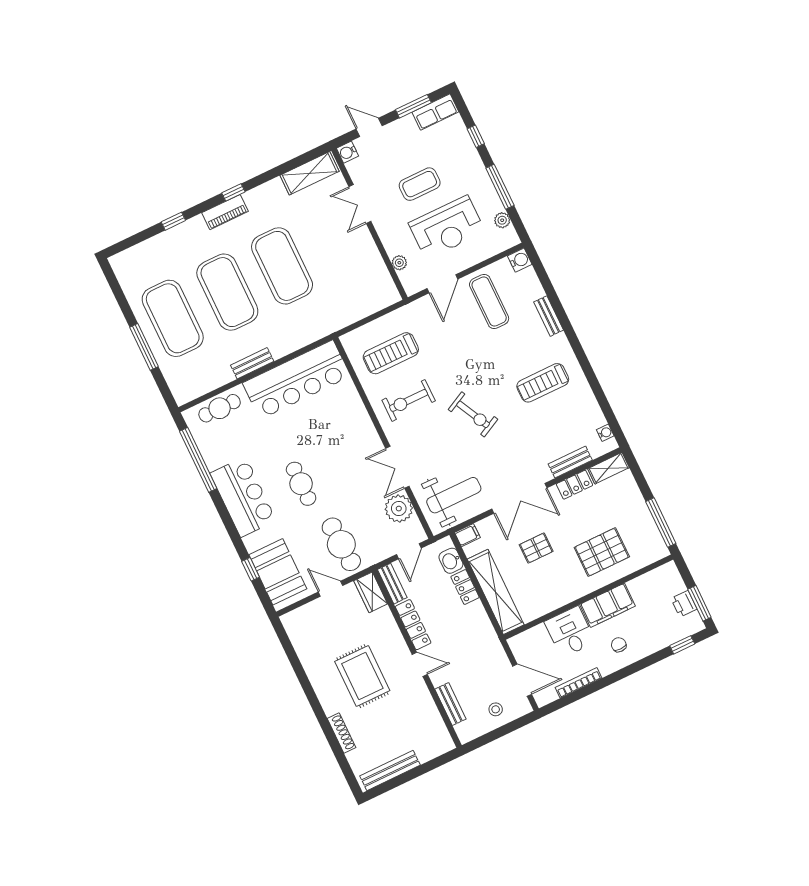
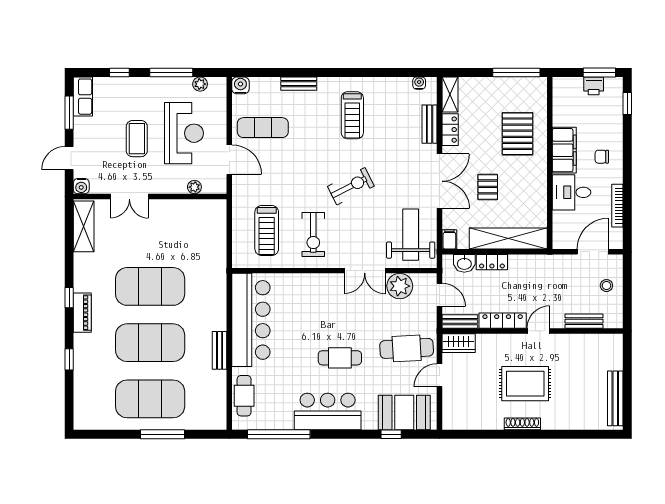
shoe rack: (342, 733) -> (522, 424), moved

